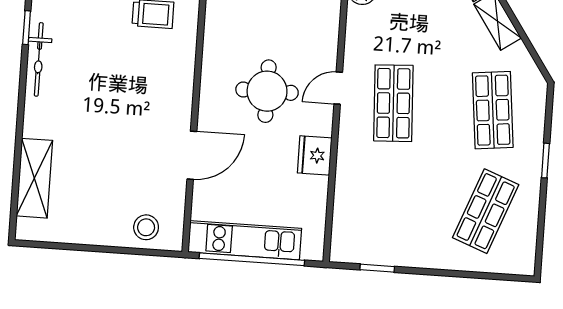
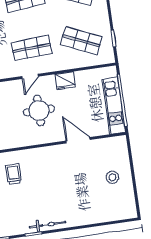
door: (338, 88) -> (30, 76), hinge flipped
shelving: (34, 178) -> (106, 214), removed
shop shelf: (386, 204) -> (81, 41), added
stool: (146, 227) -> (112, 177), moved

